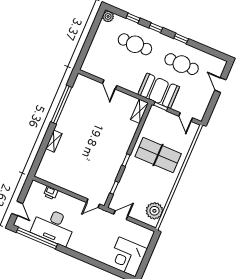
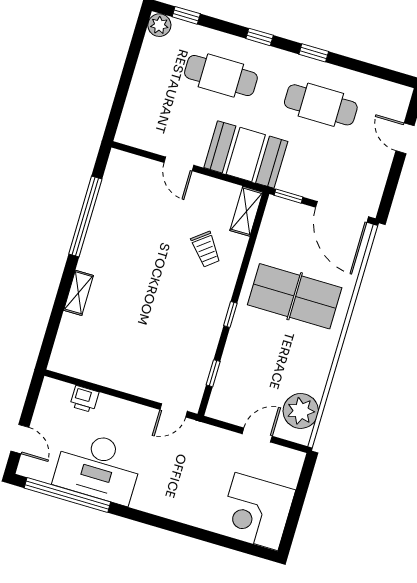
window: (133, 18) -> (186, 15), moved
booth: (159, 91) -> (246, 154), moved
door: (186, 117) -> (342, 212), width x1.88
trolley: (118, 127) -> (206, 249), added
door: (121, 215) -> (257, 435), moved

